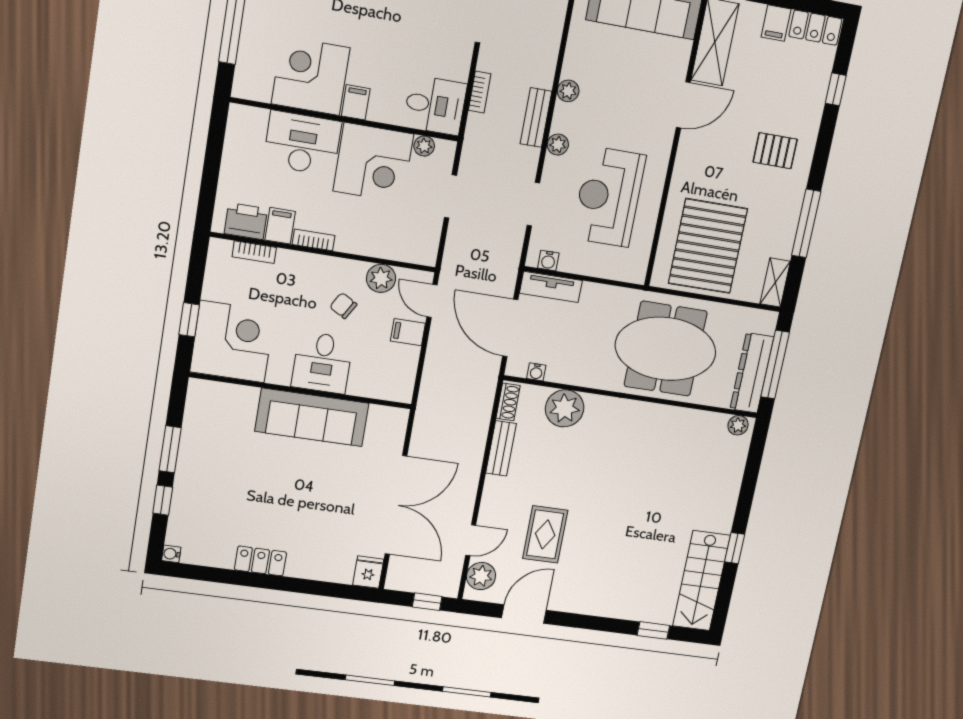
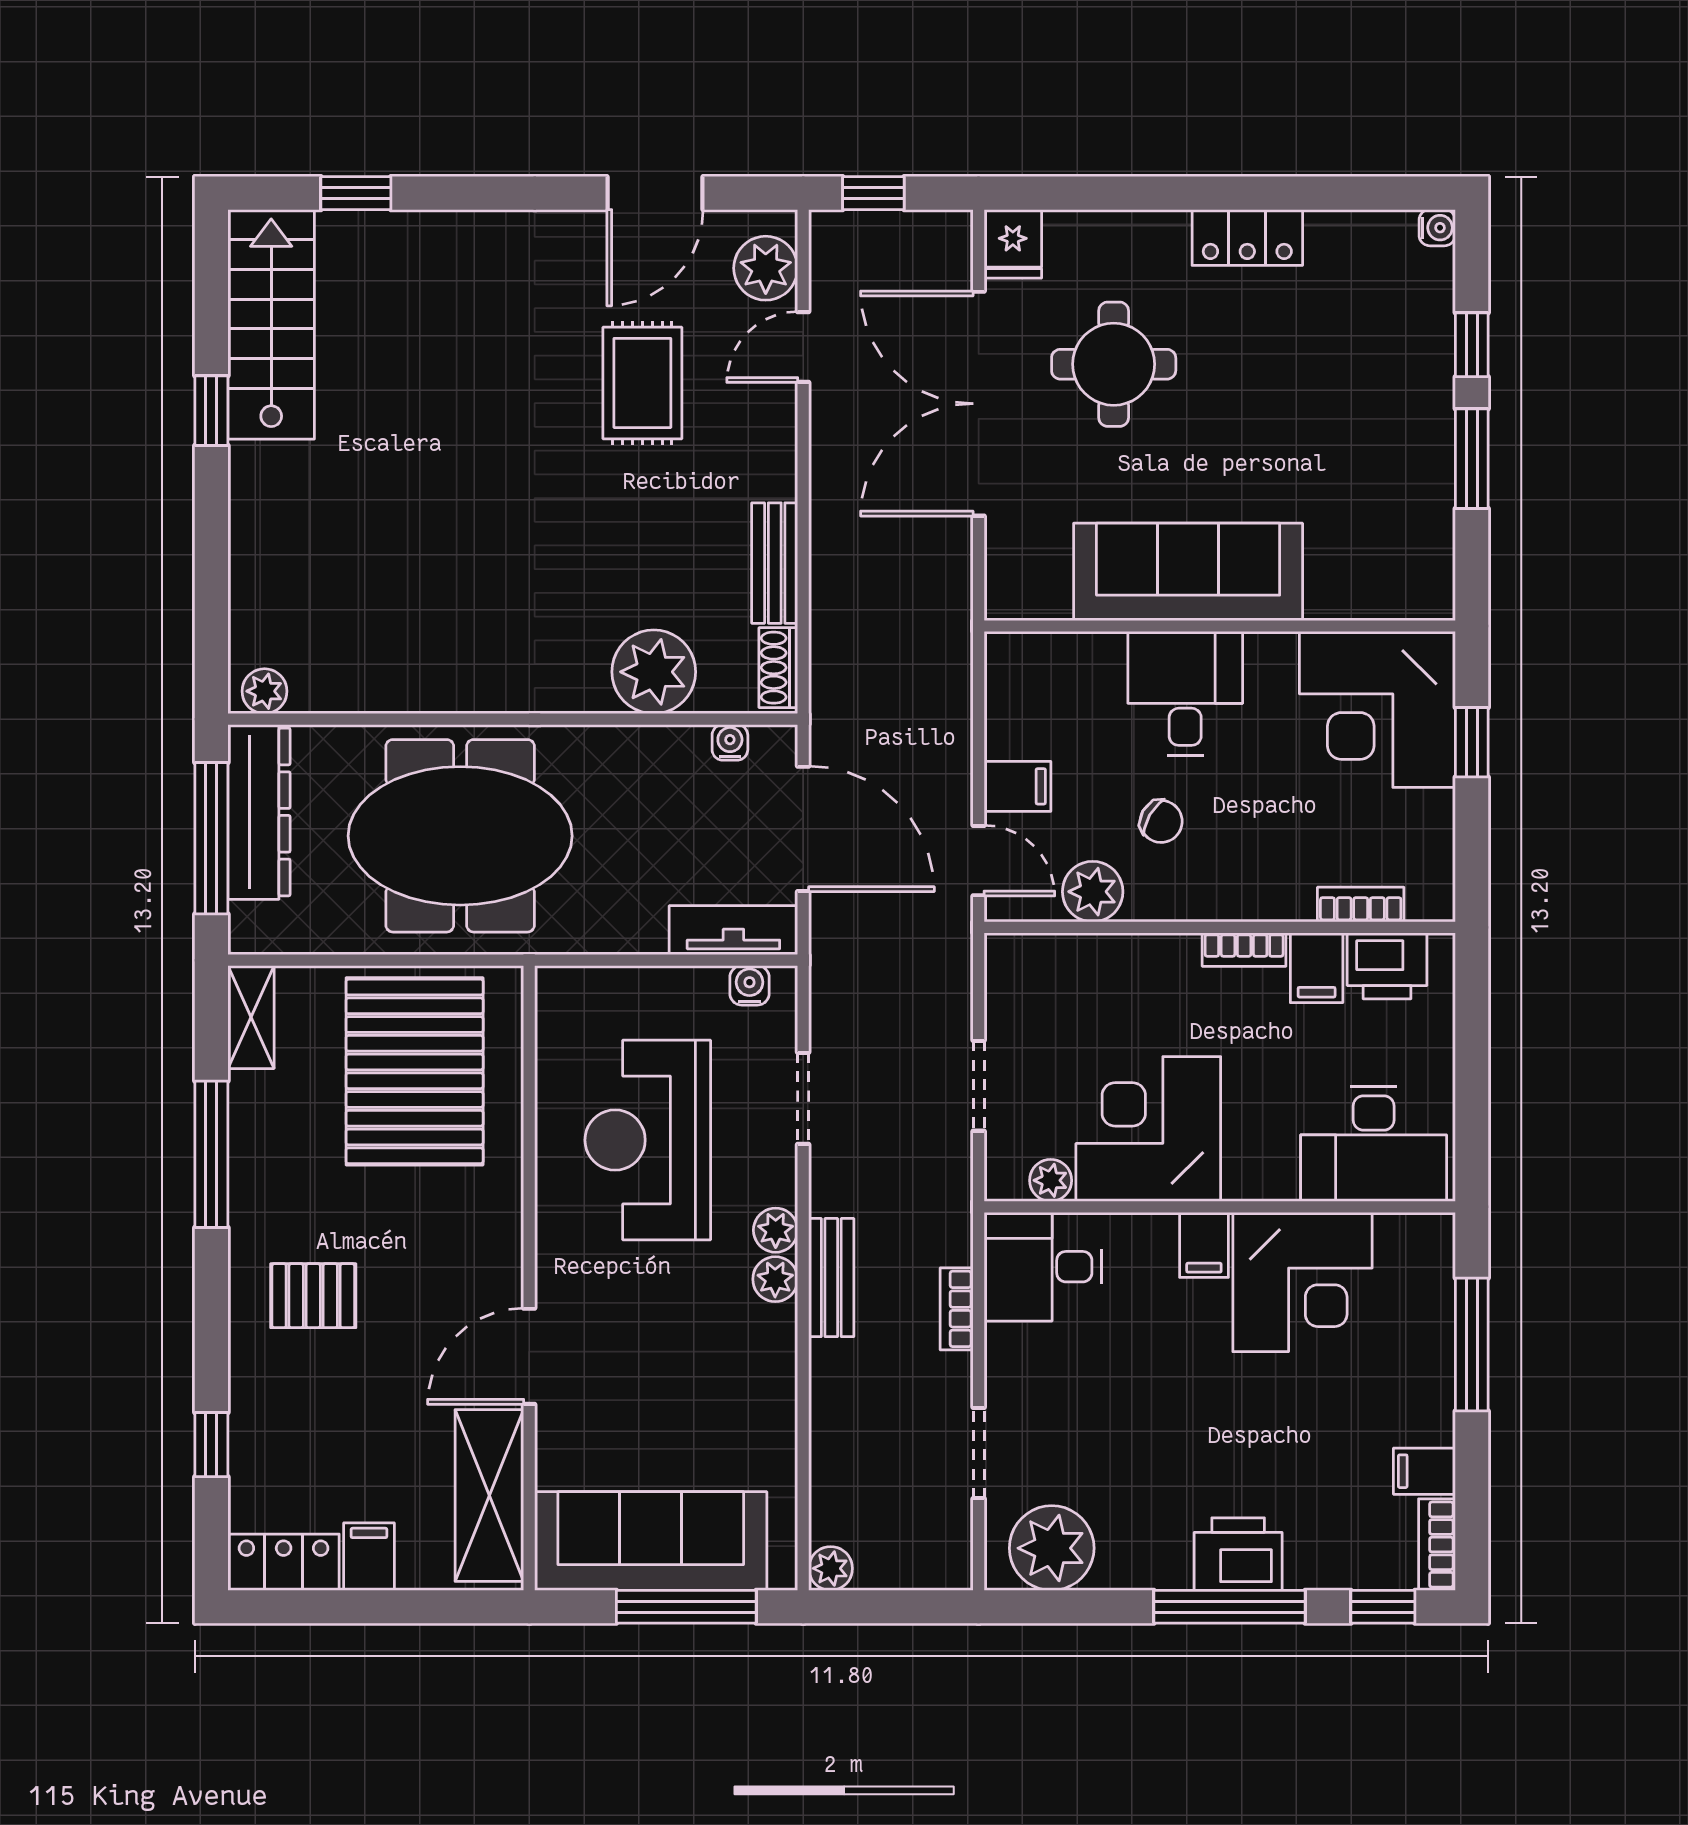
plant: (568, 91) -> (775, 1279), moved
desk: (302, 143) -> (1374, 1144), moved
reception desk: (609, 197) -> (648, 1140), turned 180
round table: (331, 514) -> (1114, 364), added

